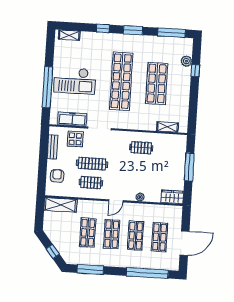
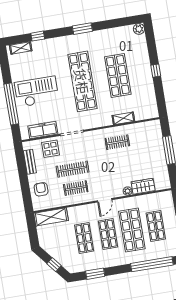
window: (103, 28) -> (38, 36), moved
window: (171, 33) -> (121, 22), removed
plant: (186, 61) -> (139, 29), moved
window: (195, 71) -> (156, 71), moved
checkout: (75, 81) -> (37, 92), turned 180
shelving: (167, 127) -> (123, 118), moved
wardrobe: (172, 197) -> (143, 186), moved
shop shelf: (136, 236) -> (132, 230), width x1.43, depth x1.36
window: (90, 269) -> (95, 274), width x0.69

